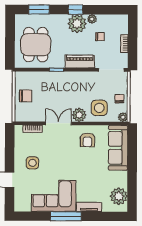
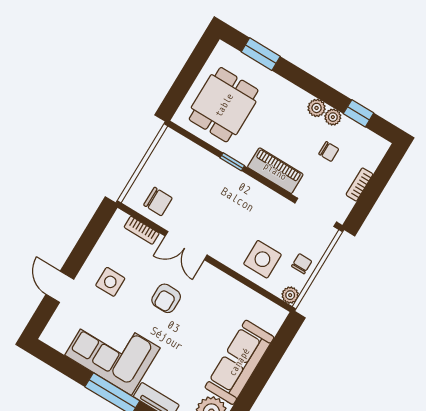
window: (75, 10) -> (359, 113), moved
plant: (77, 24) -> (317, 108), width x0.53, depth x0.53
chair: (26, 96) -> (158, 202), moved
plant: (79, 115) -> (226, 251), removed
double door: (58, 123) -> (186, 246), swing flipped
armchair: (87, 140) -> (166, 298), moved
sofa: (118, 148) -> (239, 362), moved

